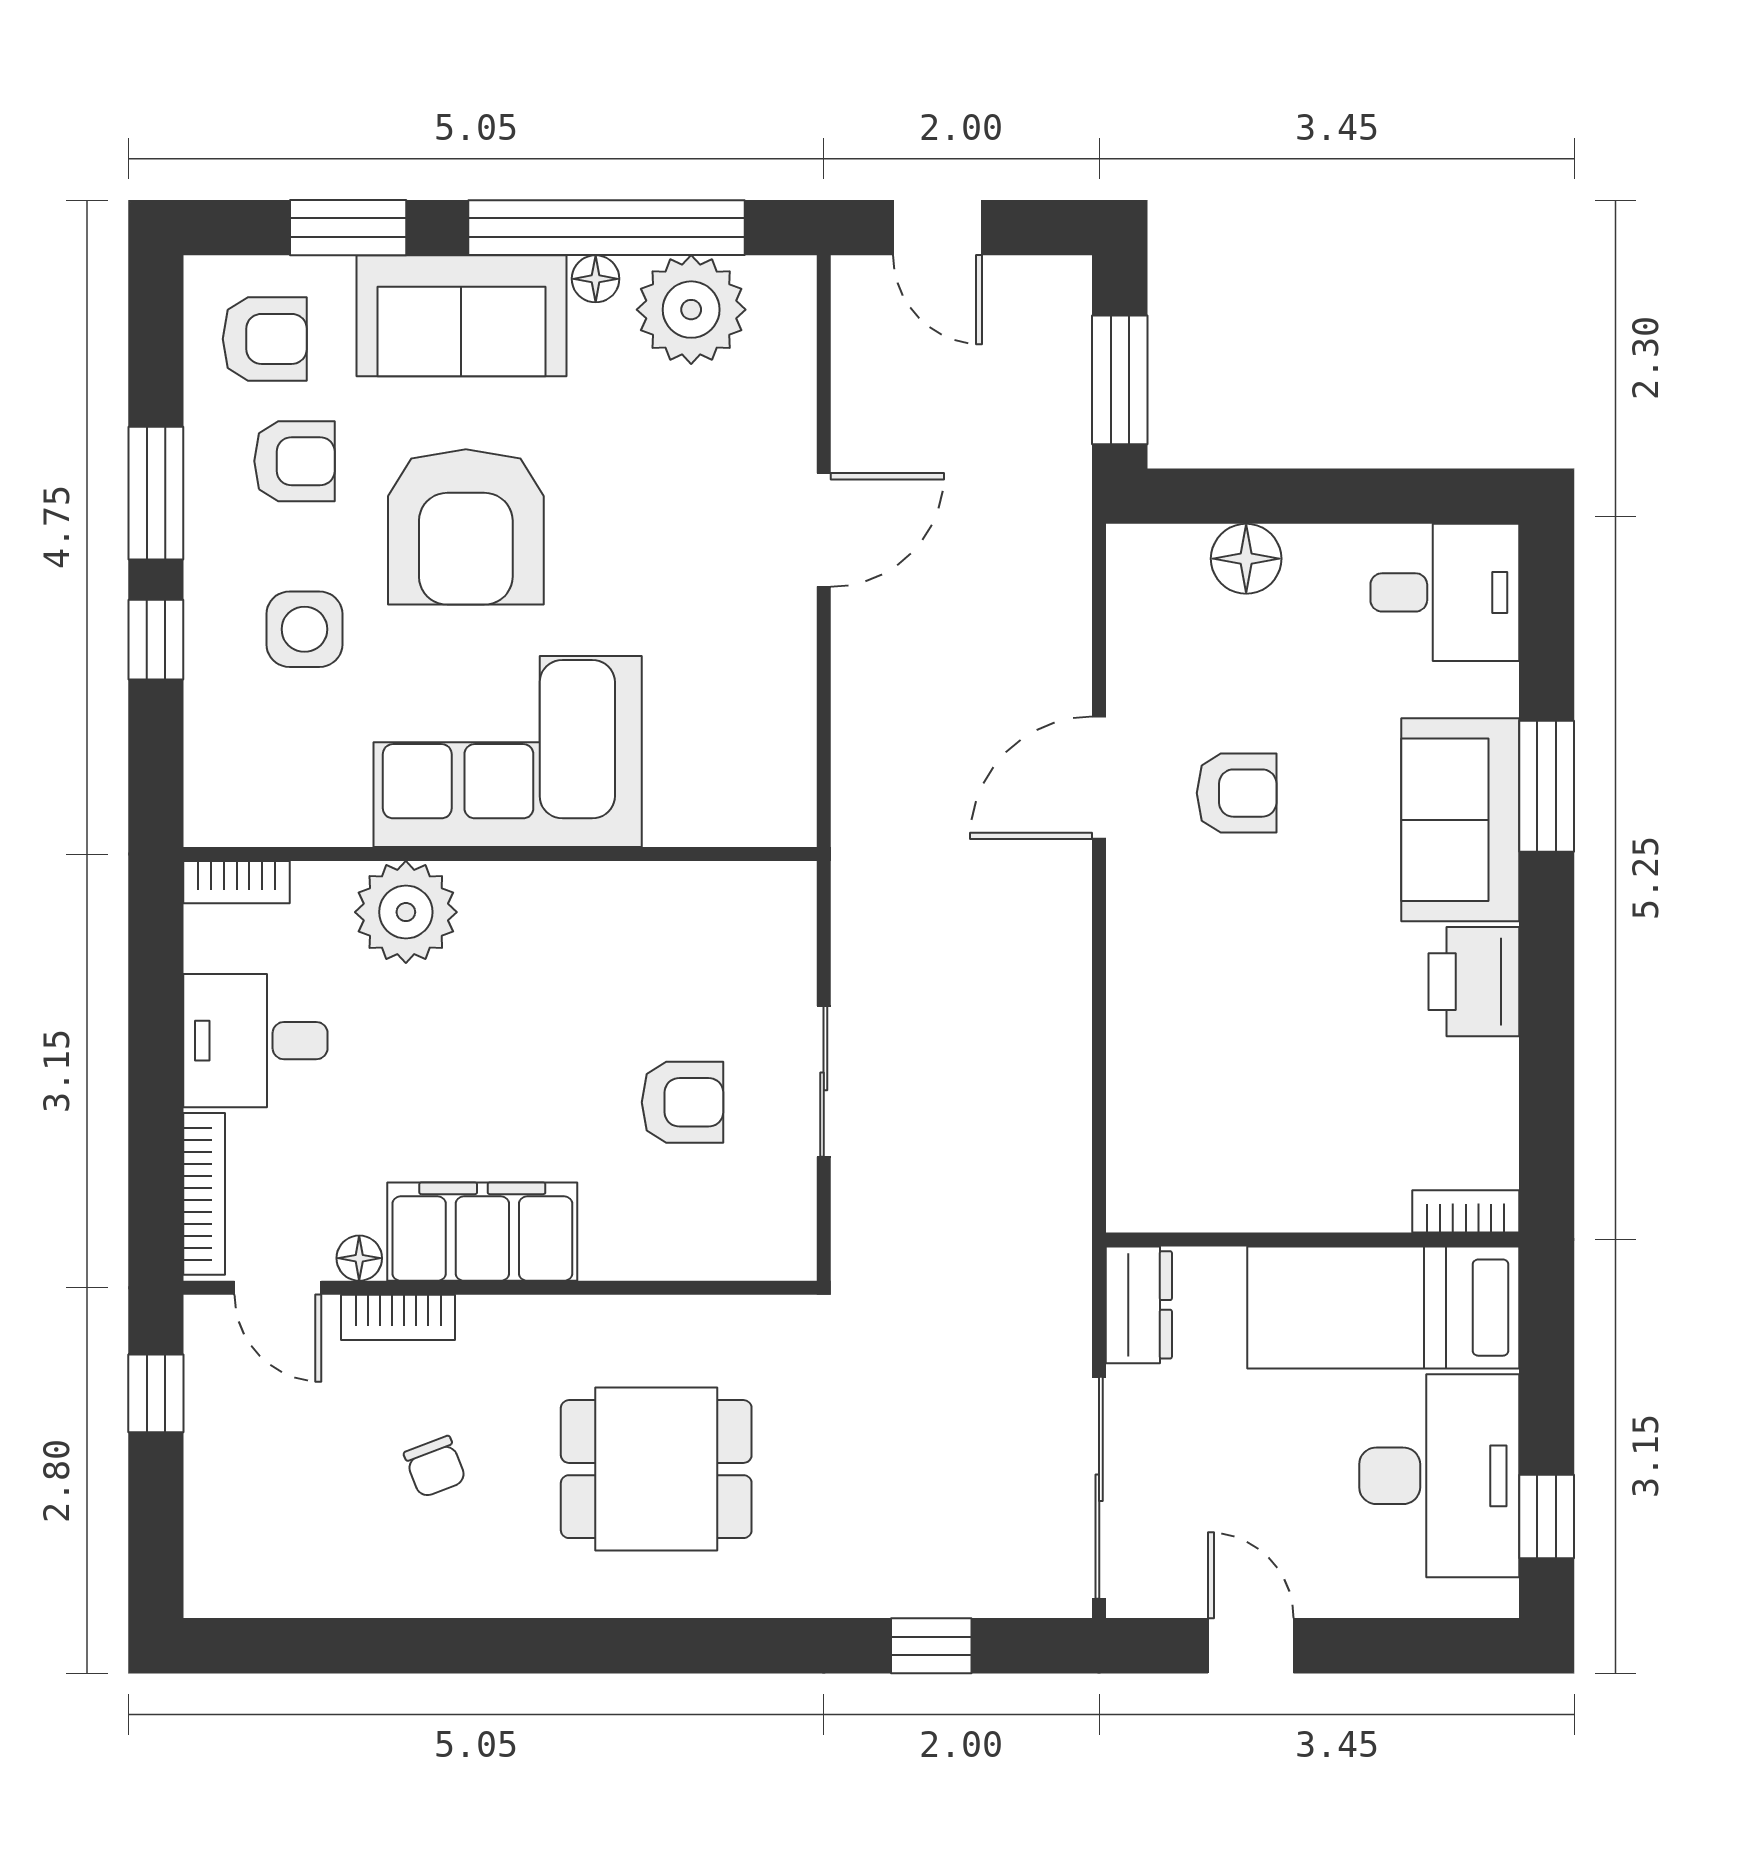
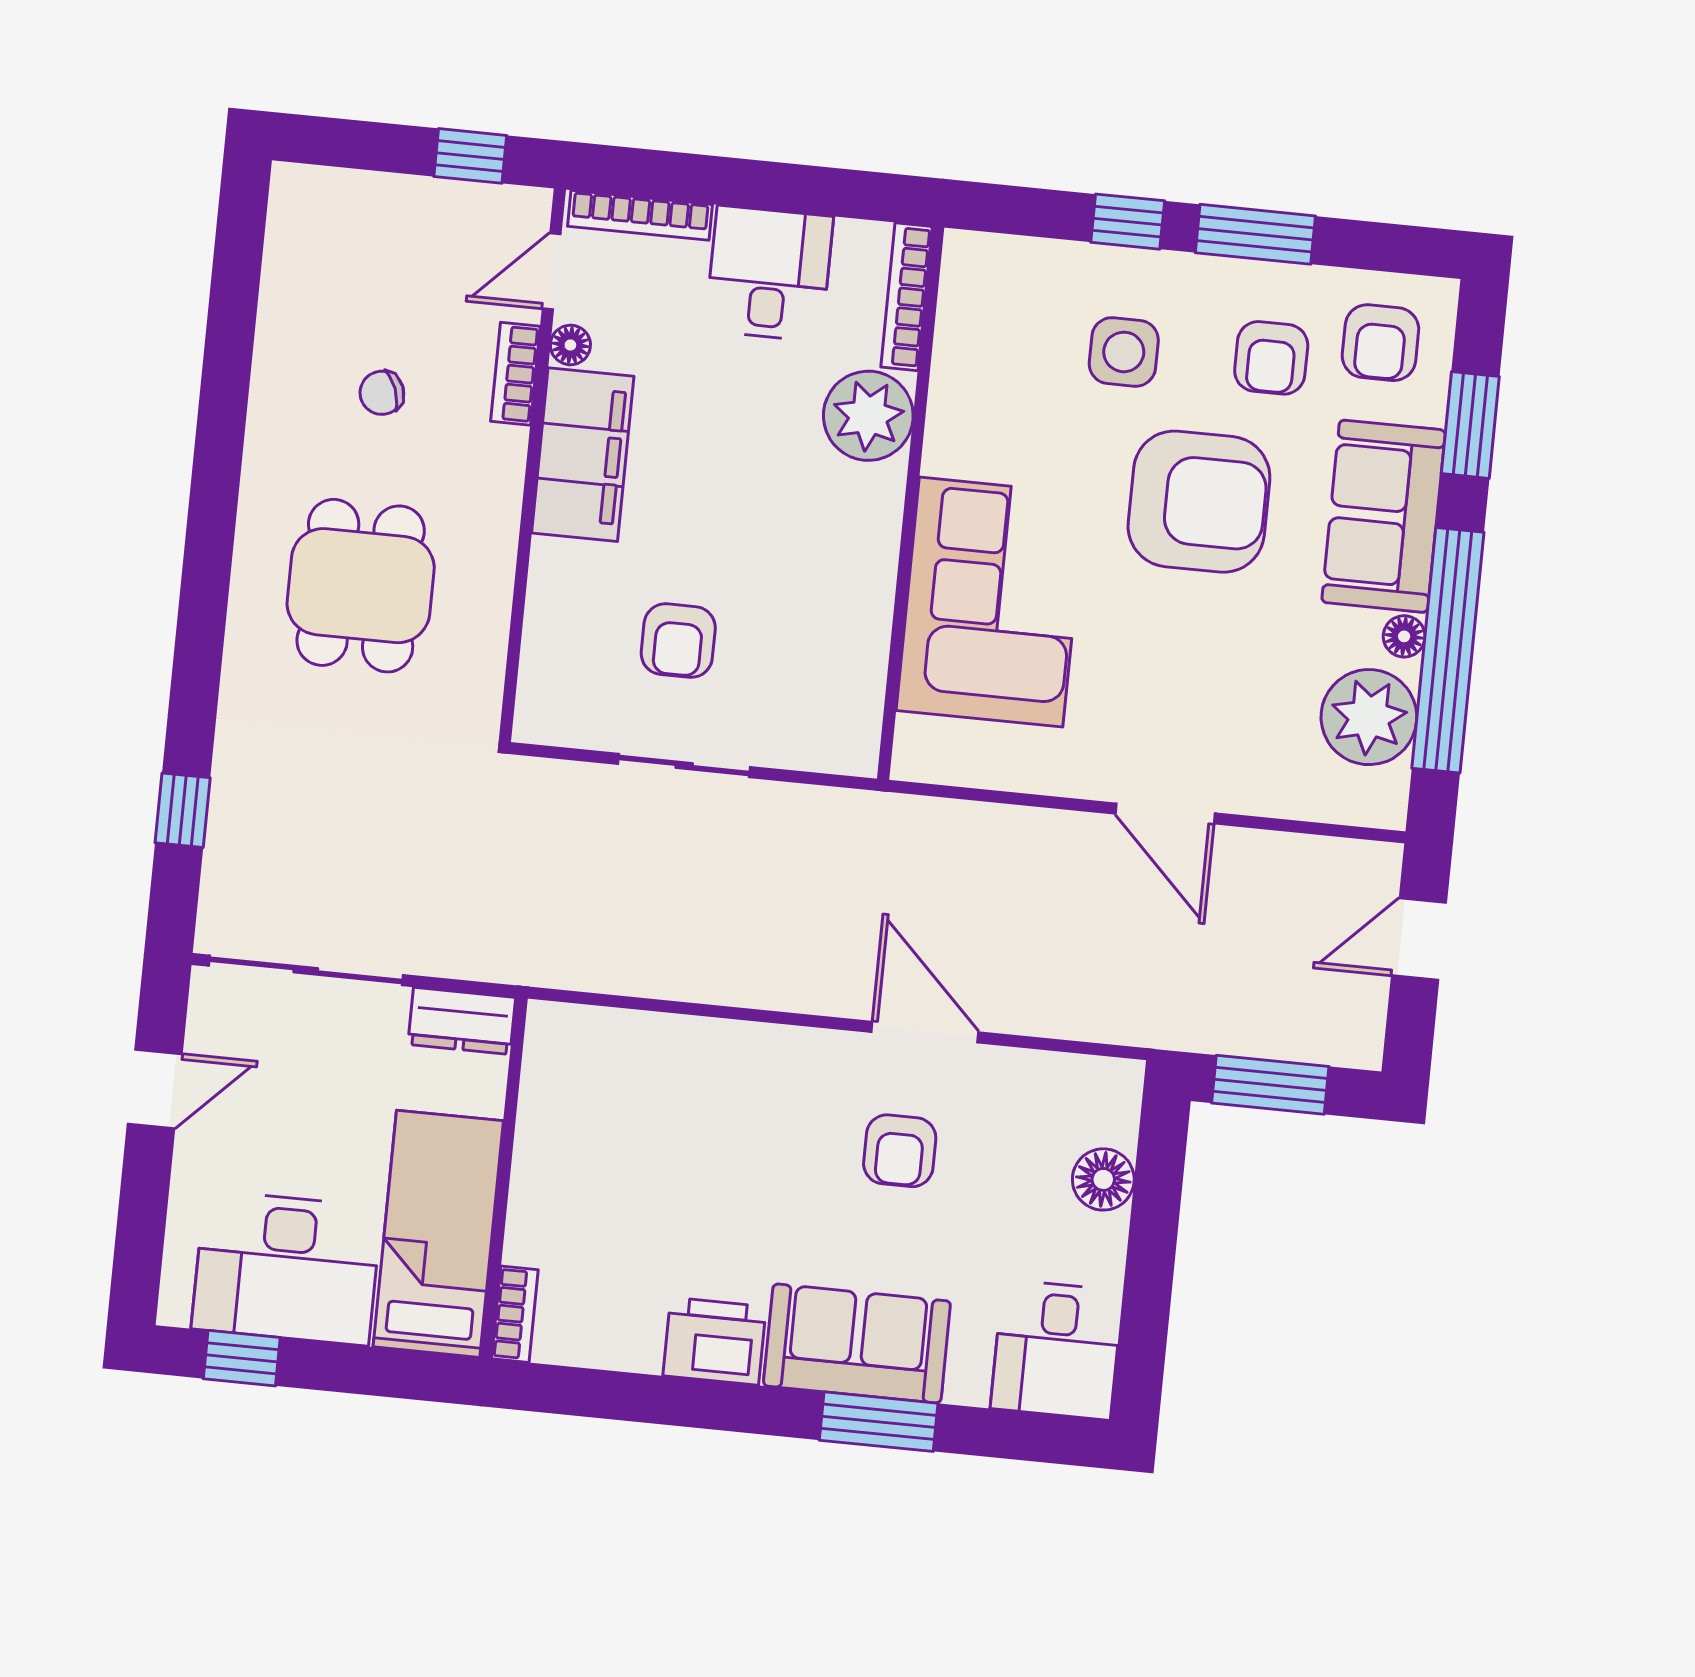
armchair: (466, 527) -> (1199, 502), turned 180
corner sofa: (508, 752) -> (991, 602), moved
bookcase: (237, 882) -> (906, 297), width x1.56

